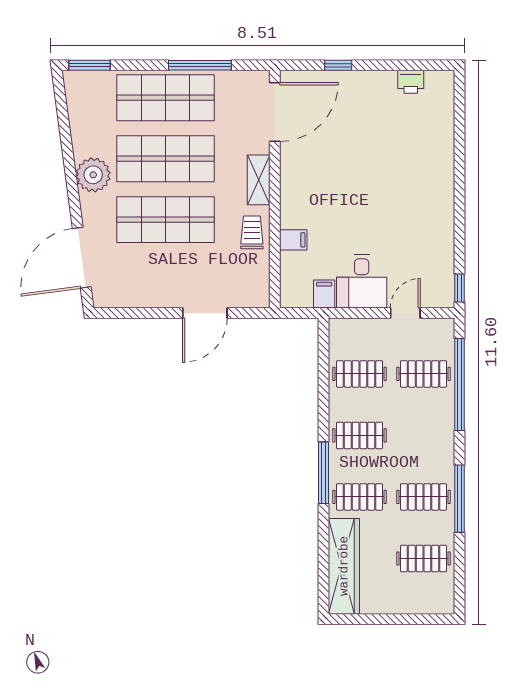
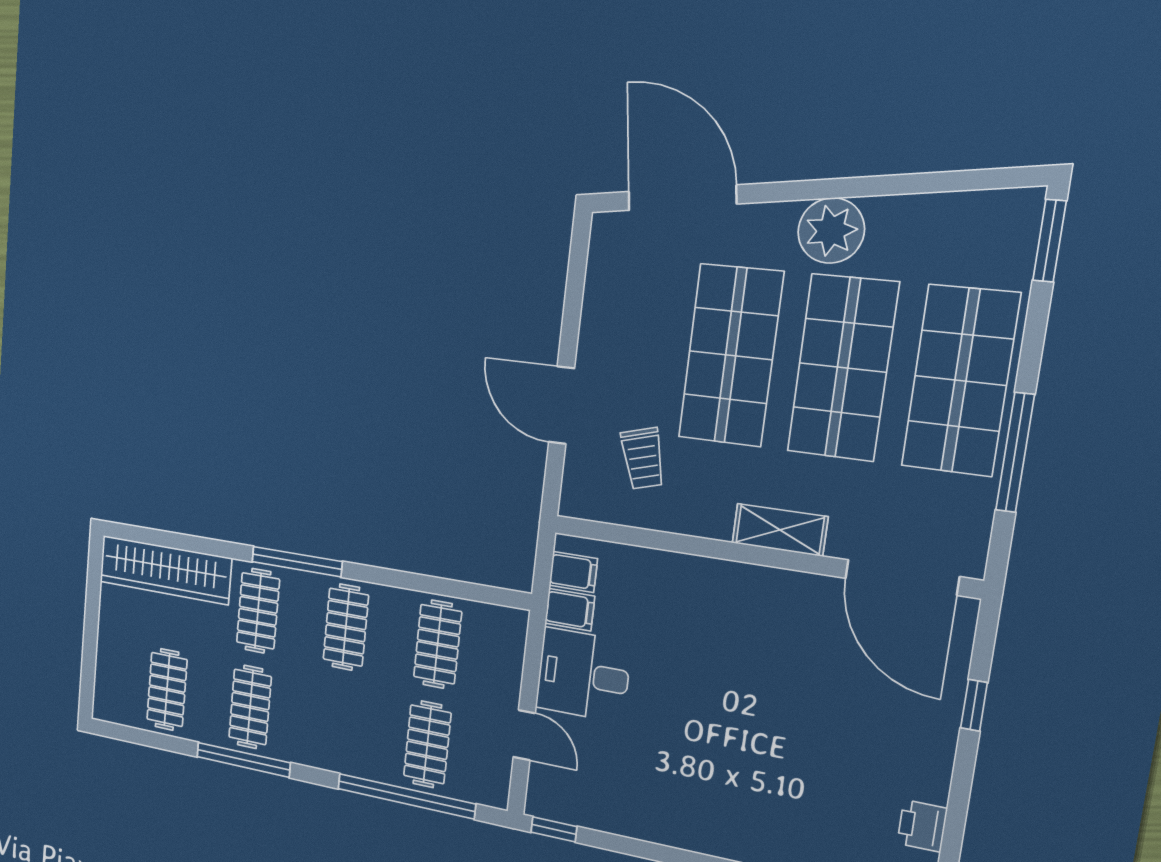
trolley: (252, 232) -> (643, 458), moved, turned 74
filing cabinet: (293, 240) -> (573, 572), moved, turned -90

